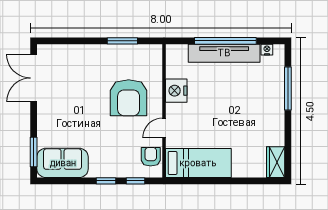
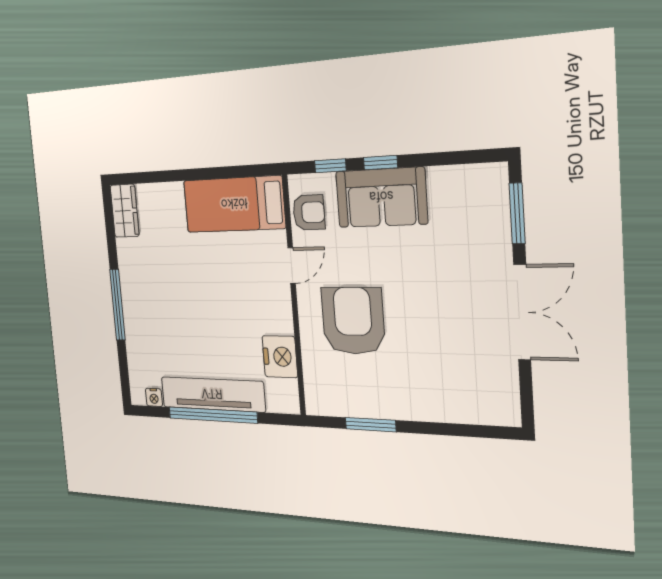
double door: (34, 78) -> (522, 312), moved
window: (288, 89) -> (117, 305), moved
nightstand: (176, 91) -> (280, 357), moved
armchair: (151, 157) -> (309, 212), turned -90
sofa: (63, 163) -> (381, 197), moved

